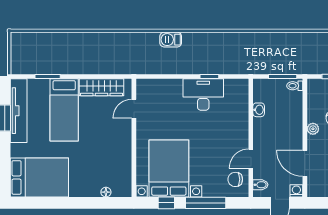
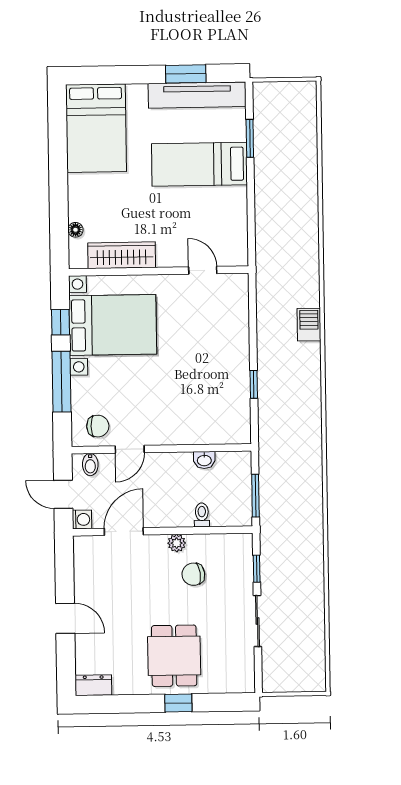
toilet: (295, 86) -> (202, 515), moved
wardrobe: (102, 87) -> (122, 255), moved, turned 90
desk: (203, 95) -> (226, 375), removed
door: (251, 159) -> (130, 449), swing flipped
chair: (235, 179) -> (98, 426), turned 90

